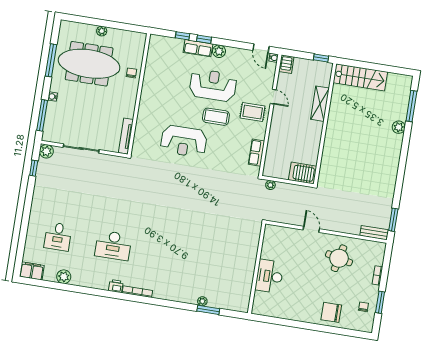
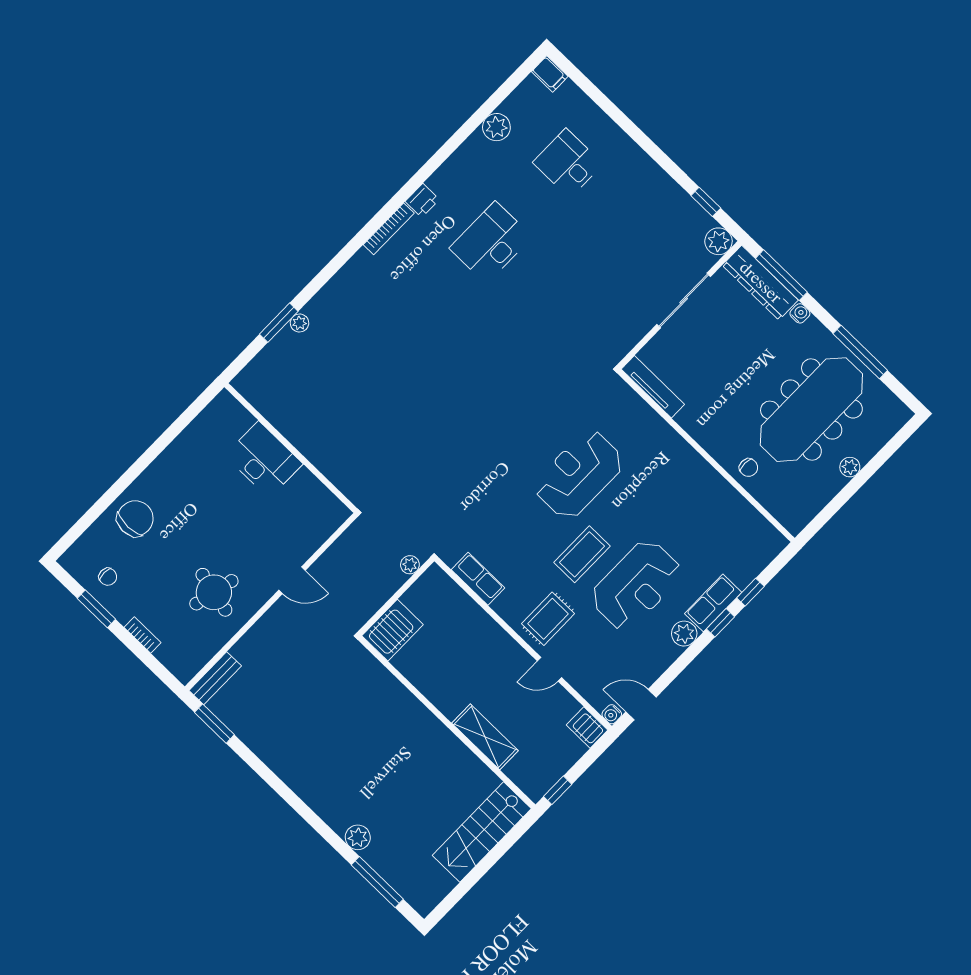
dresser: (51, 122) -> (760, 283), added
filing cabinet: (32, 271) -> (550, 74), width x0.50

